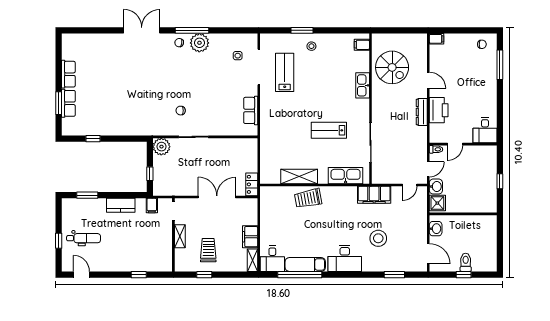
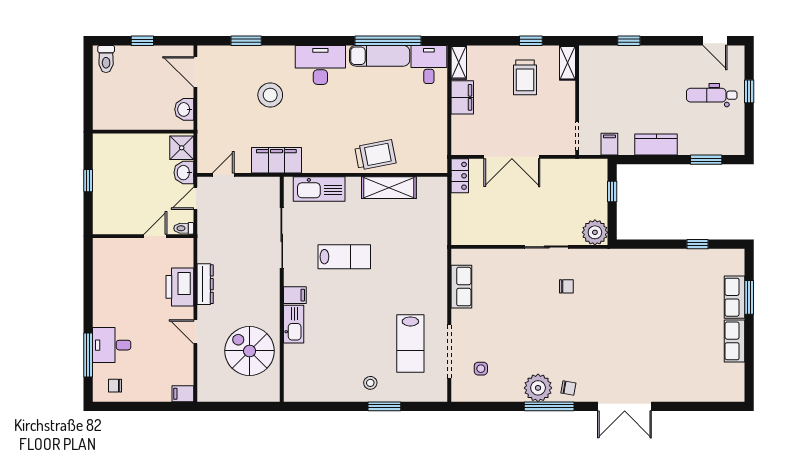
filing cabinet: (362, 45) -> (295, 295), moved
desk: (485, 130) -> (112, 345), moved, turned -90
shelving: (180, 236) -> (567, 63), moved
toilet: (466, 262) -> (106, 59), moved

